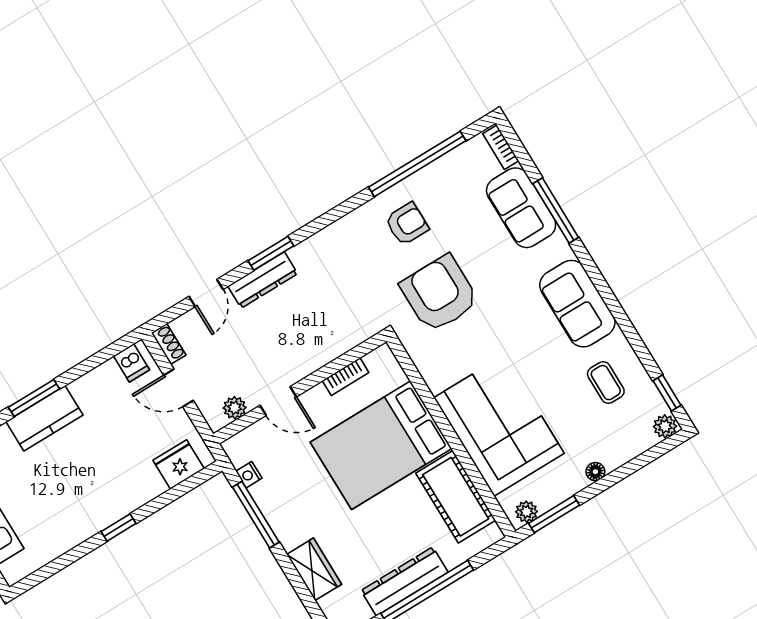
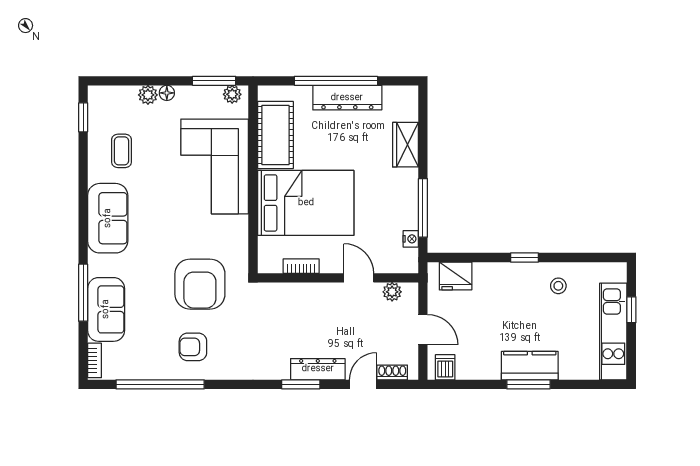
shoe rack: (169, 344) -> (392, 372), moved, turned 90
plant: (665, 426) -> (148, 95), moved
stool: (65, 520) -> (558, 286), added

